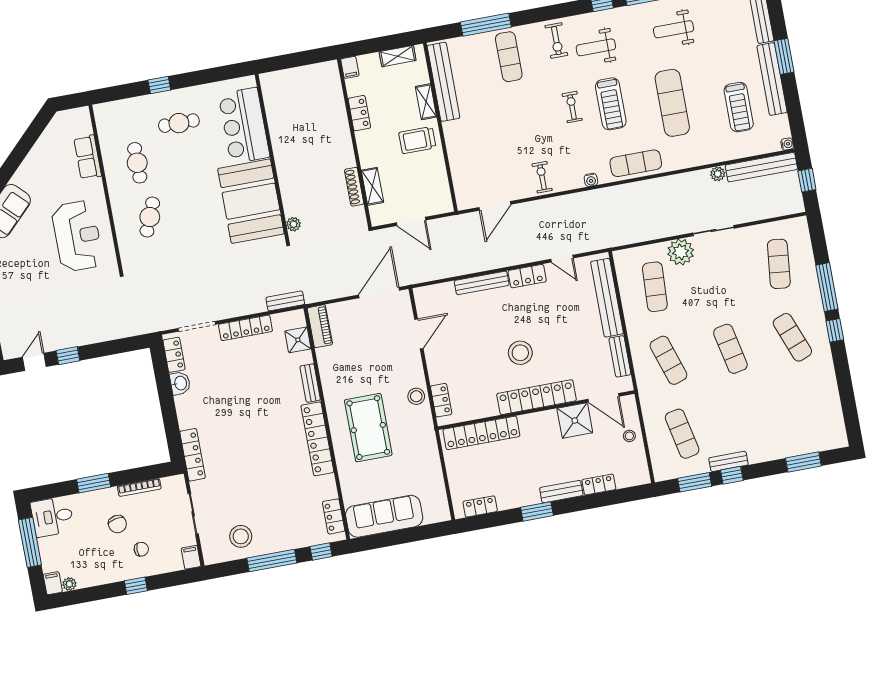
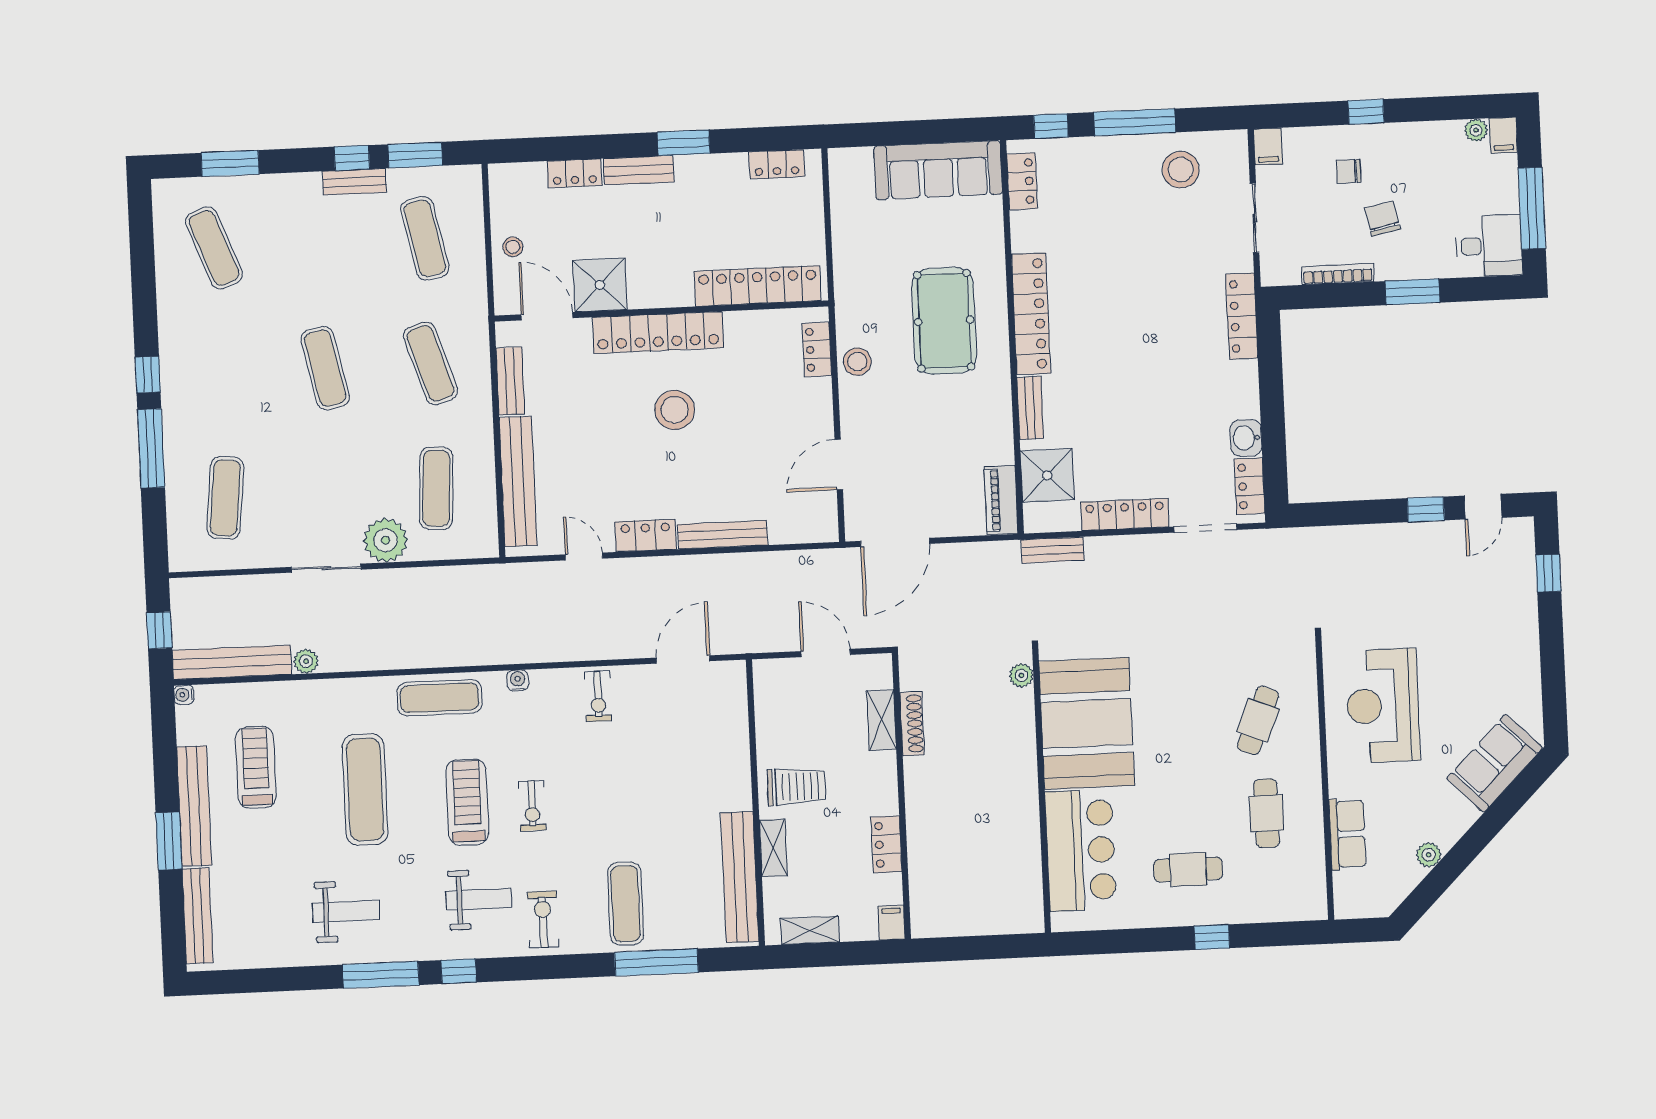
plant: (38, 152) -> (1429, 855), added
exercise mat: (792, 337) -> (214, 248), moved
shower: (298, 340) -> (1047, 475), width x1.36, depth x1.36

